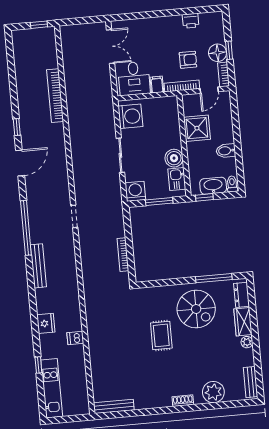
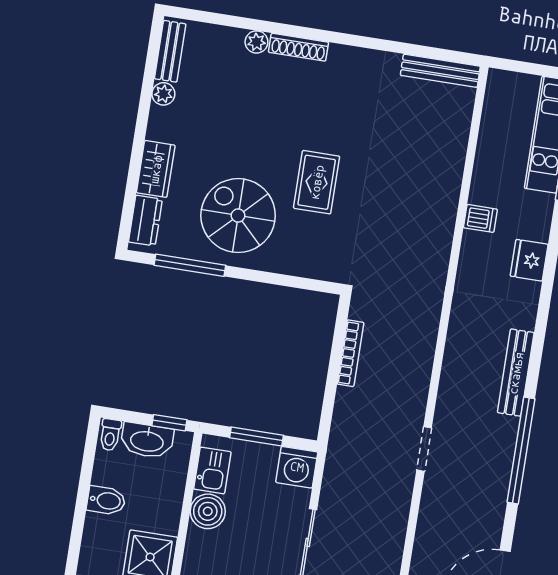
plant: (247, 342) -> (163, 94), moved
plant: (213, 392) -> (256, 42), width x0.53, depth x0.53
shoe rack: (183, 401) -> (298, 47), width x1.43

